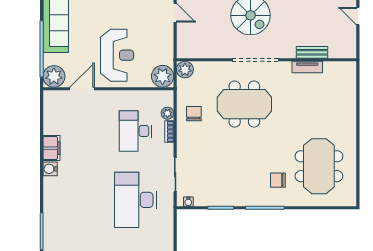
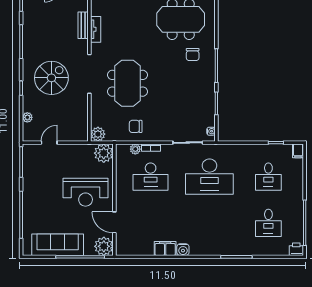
reception desk: (117, 55) -> (86, 192), turned 180

